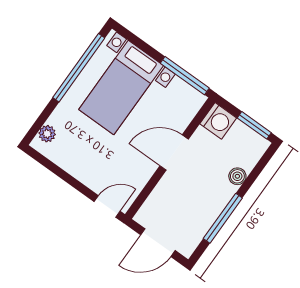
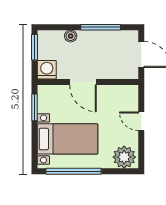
window: (185, 76) -> (35, 107), width x0.69
plant: (47, 134) -> (124, 157), width x1.87, depth x1.87
door: (107, 206) -> (141, 121), moved

